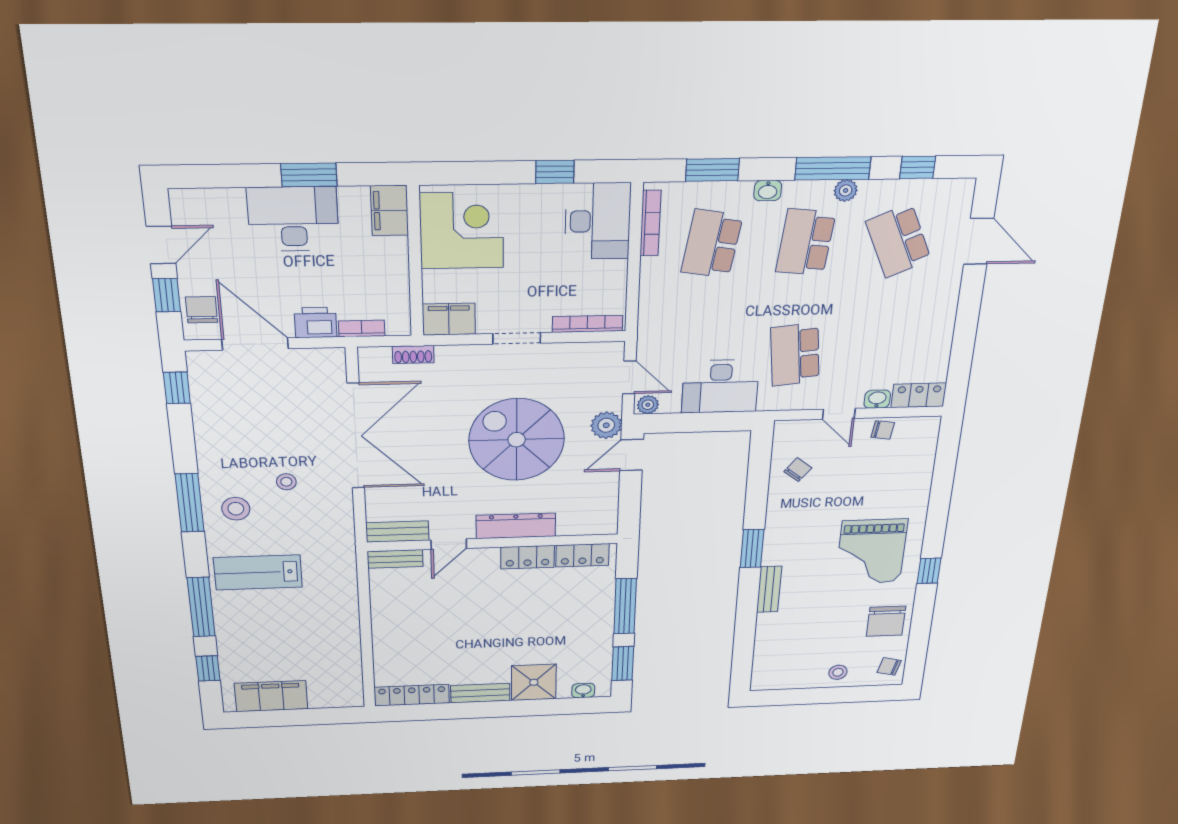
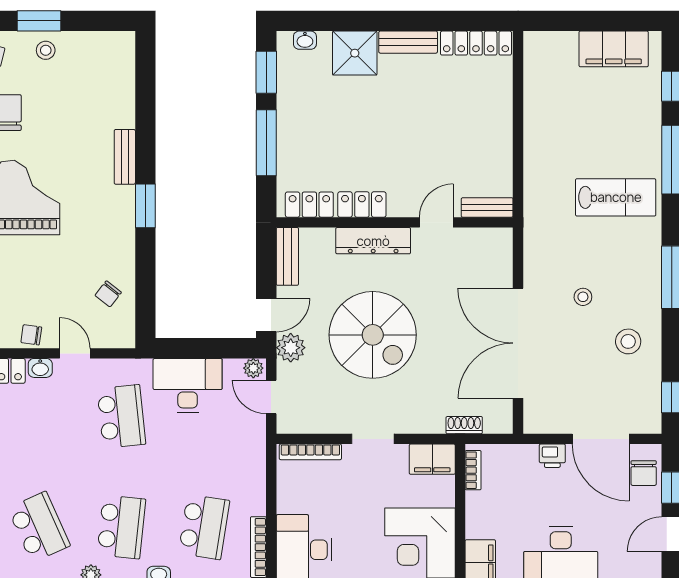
printer: (316, 323) -> (552, 456), width x0.73, depth x0.81
bookcase: (362, 328) -> (473, 470), moved, turned -90
stool: (236, 509) -> (628, 341), moved
bench: (397, 532) -> (287, 256), moved, turned 90
window: (842, 695) -> (39, 21), added

